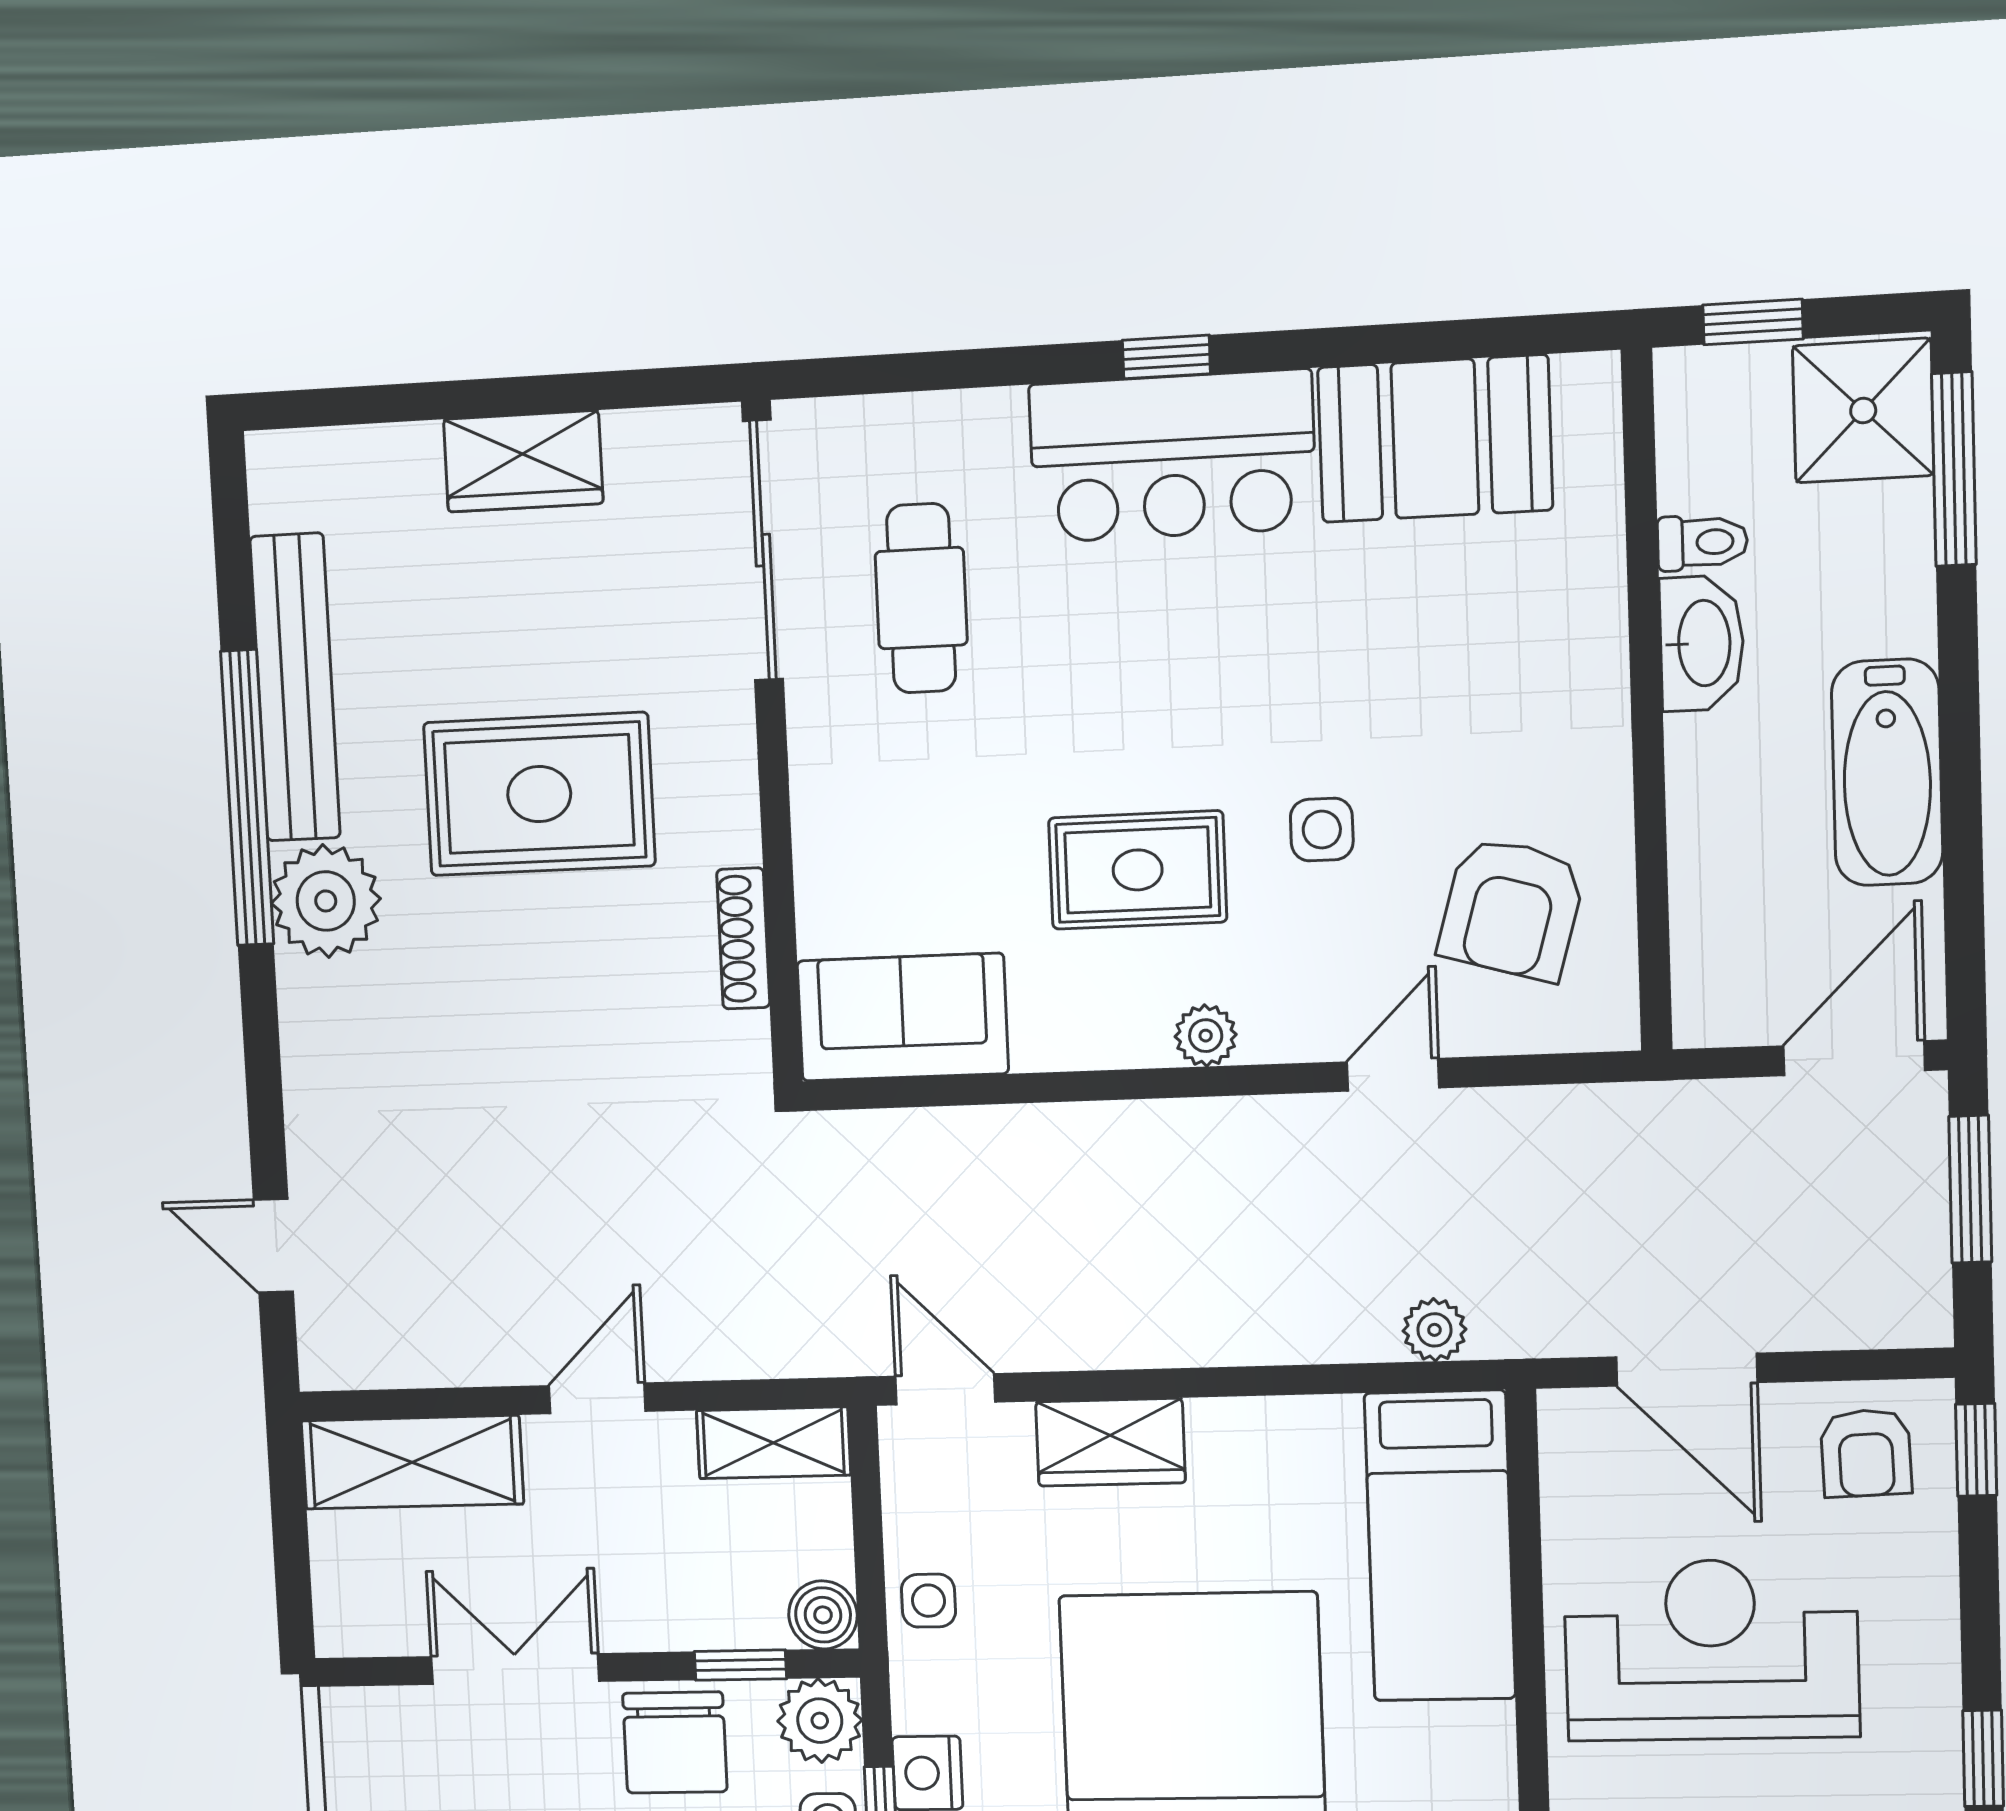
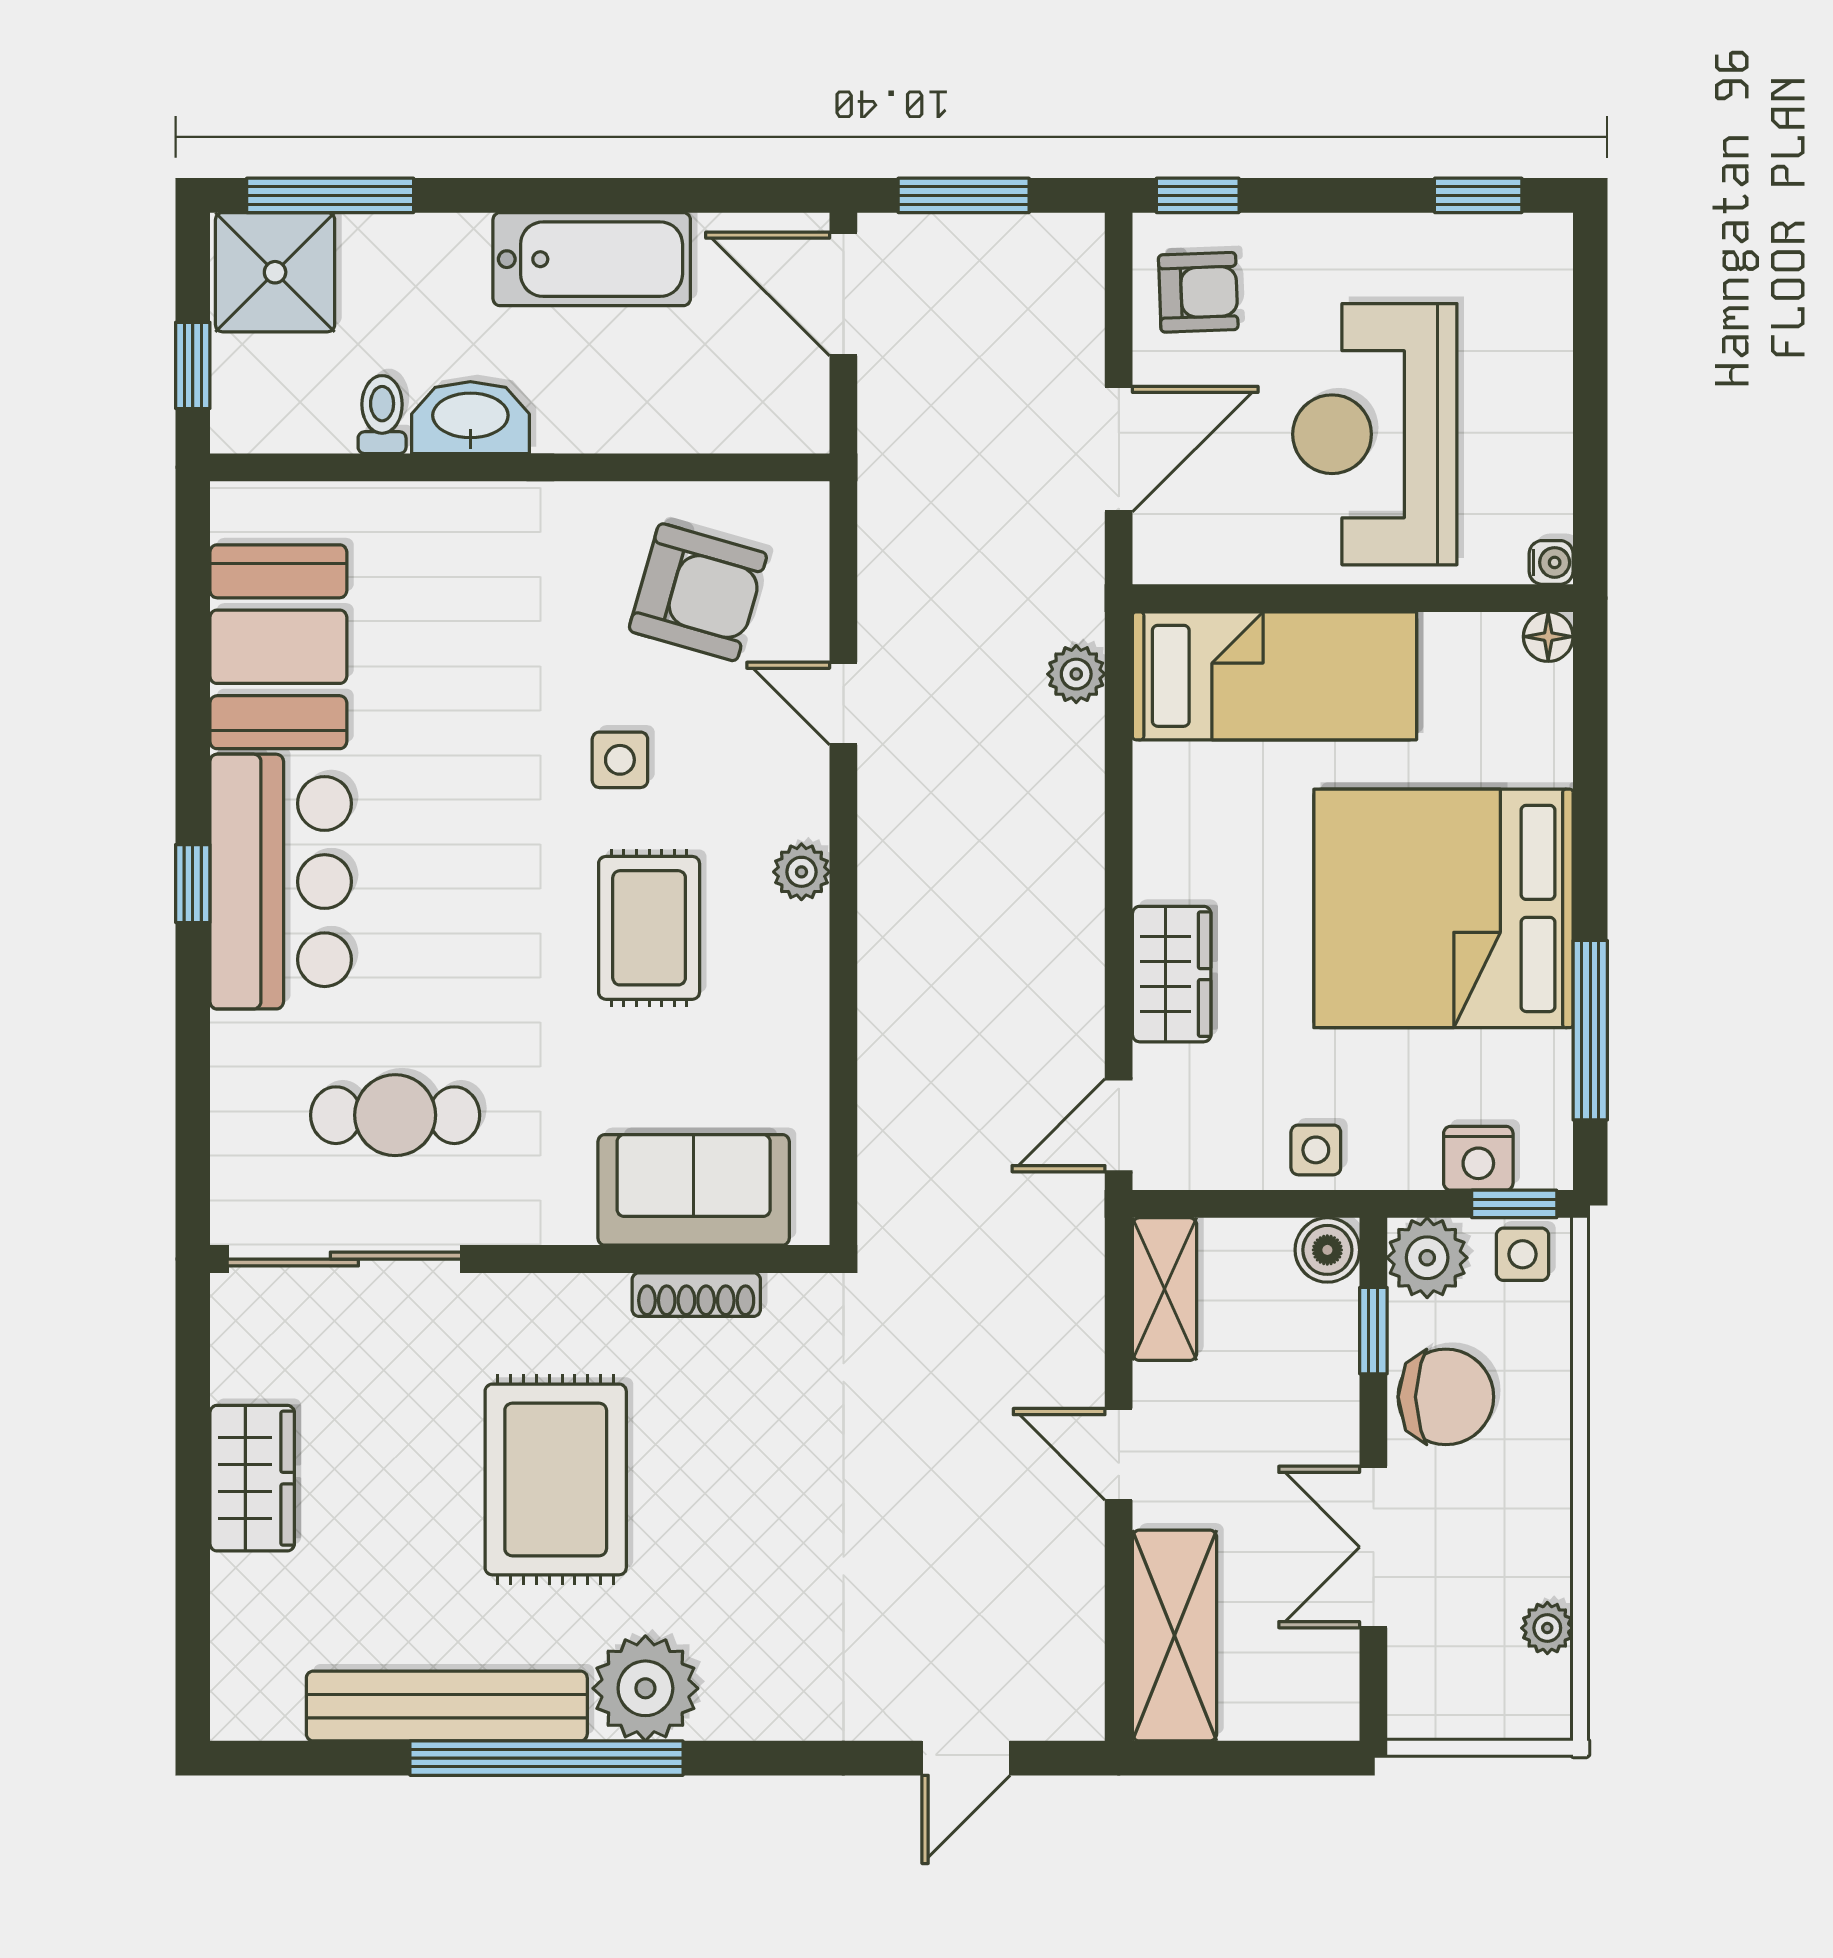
sofa: (903, 1017) -> (694, 1190), moved, turned 90

